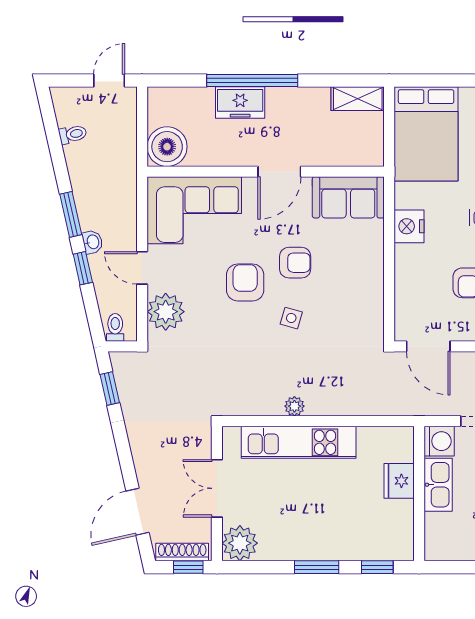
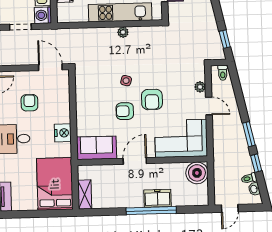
shelving: (358, 99) -> (85, 194), moved, turned 90
washbasin: (93, 242) -> (254, 189), moved
window: (83, 268) -> (256, 163), moved
plant: (166, 312) -> (200, 87), width x0.53, depth x0.53

